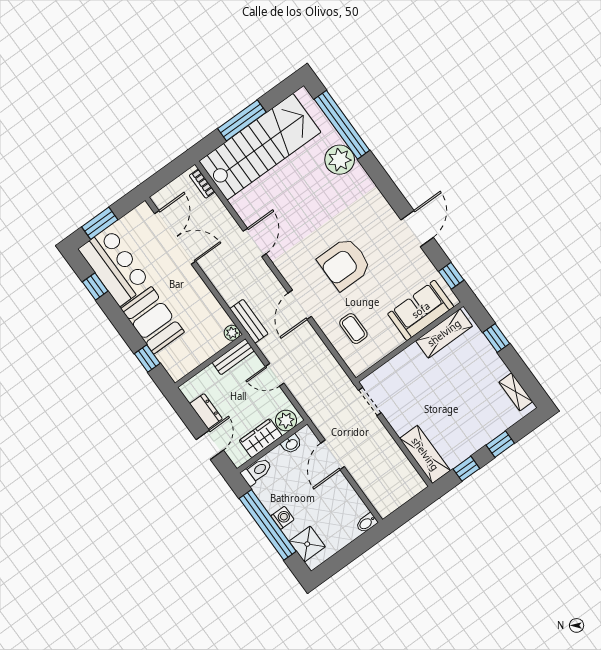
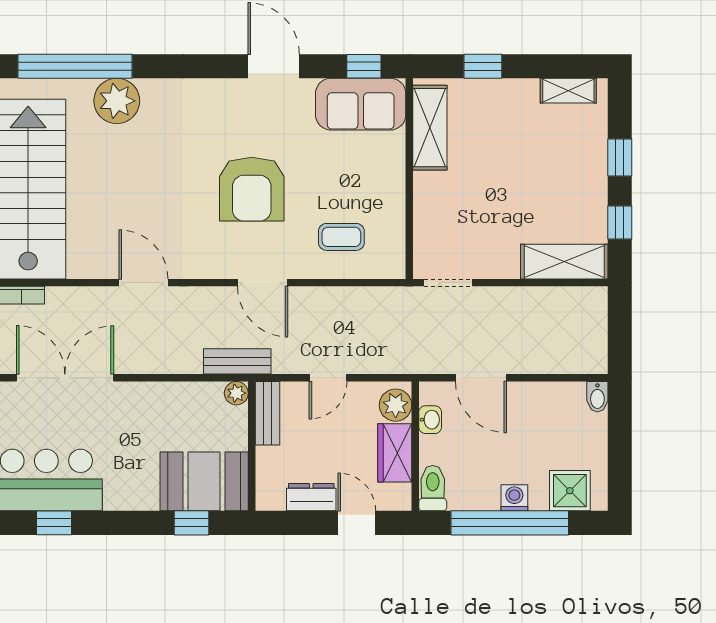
sofa: (421, 310) -> (361, 104), moved, turned -90
booth: (153, 320) -> (204, 481), moved

